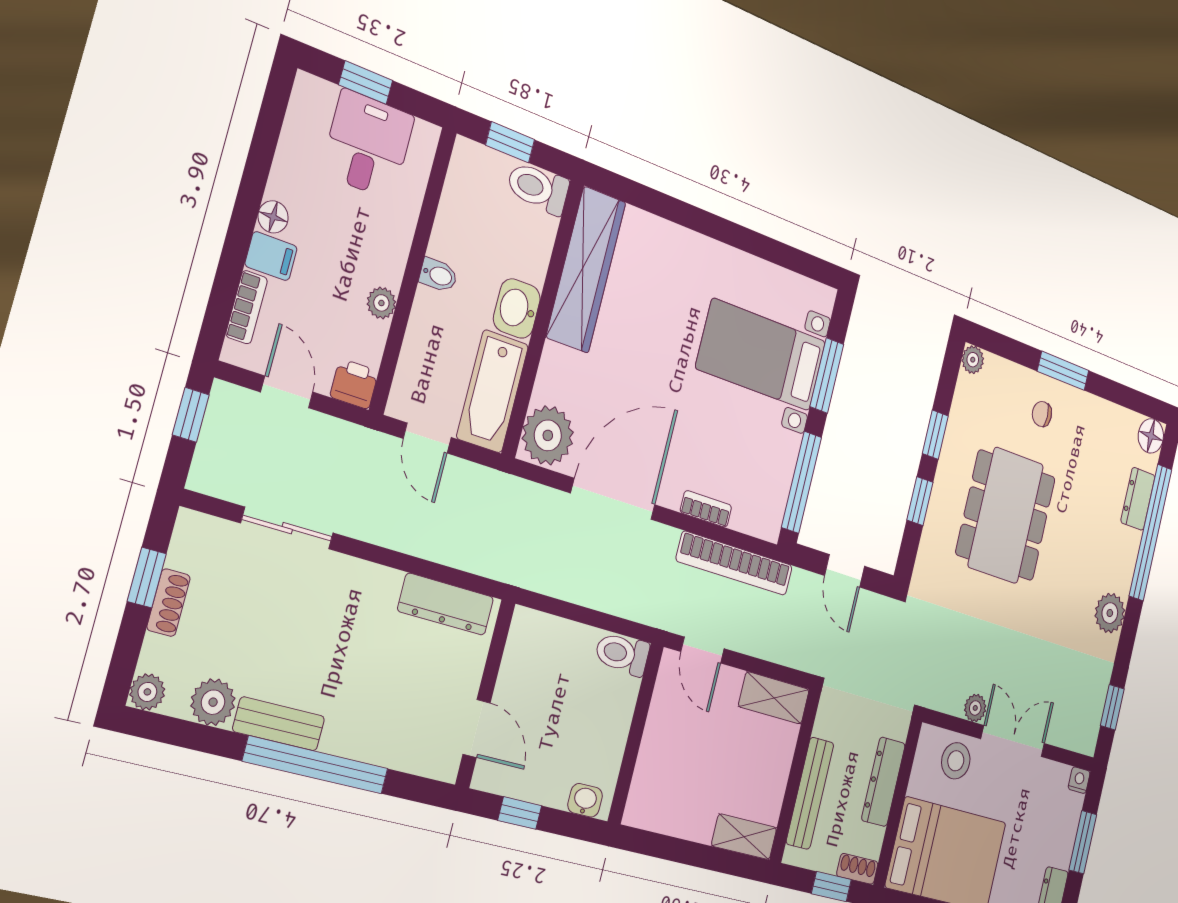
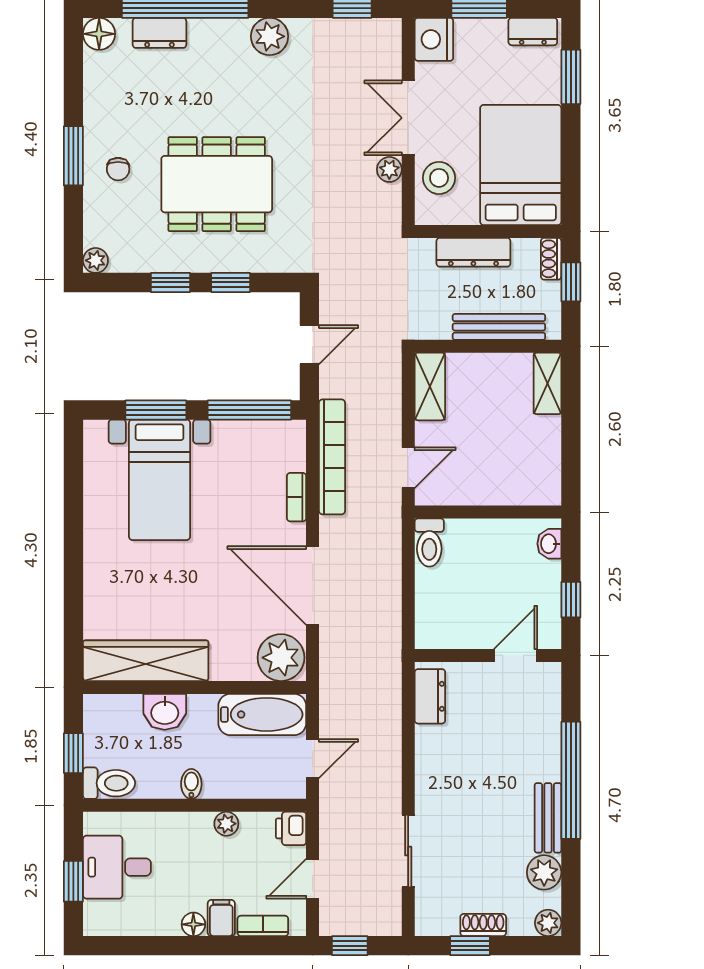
toilet: (538, 188) -> (109, 783), moved, turned -90
washbasin: (517, 309) -> (165, 712), moved
dresser: (446, 604) -> (430, 696), width x0.70
nightstand: (1079, 780) -> (434, 39), width x1.89, depth x1.79

